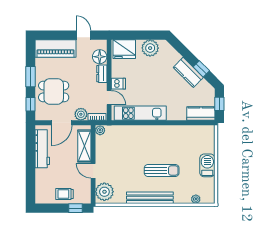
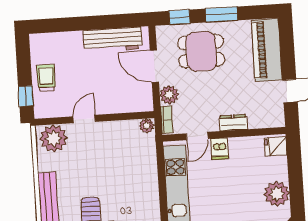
fridge: (124, 49) -> (276, 146), width x0.53, depth x0.75
floor lamp: (100, 57) -> (259, 118), removed
dining table: (54, 91) -> (201, 51), turned 90
shelving: (84, 146) -> (121, 103), removed

